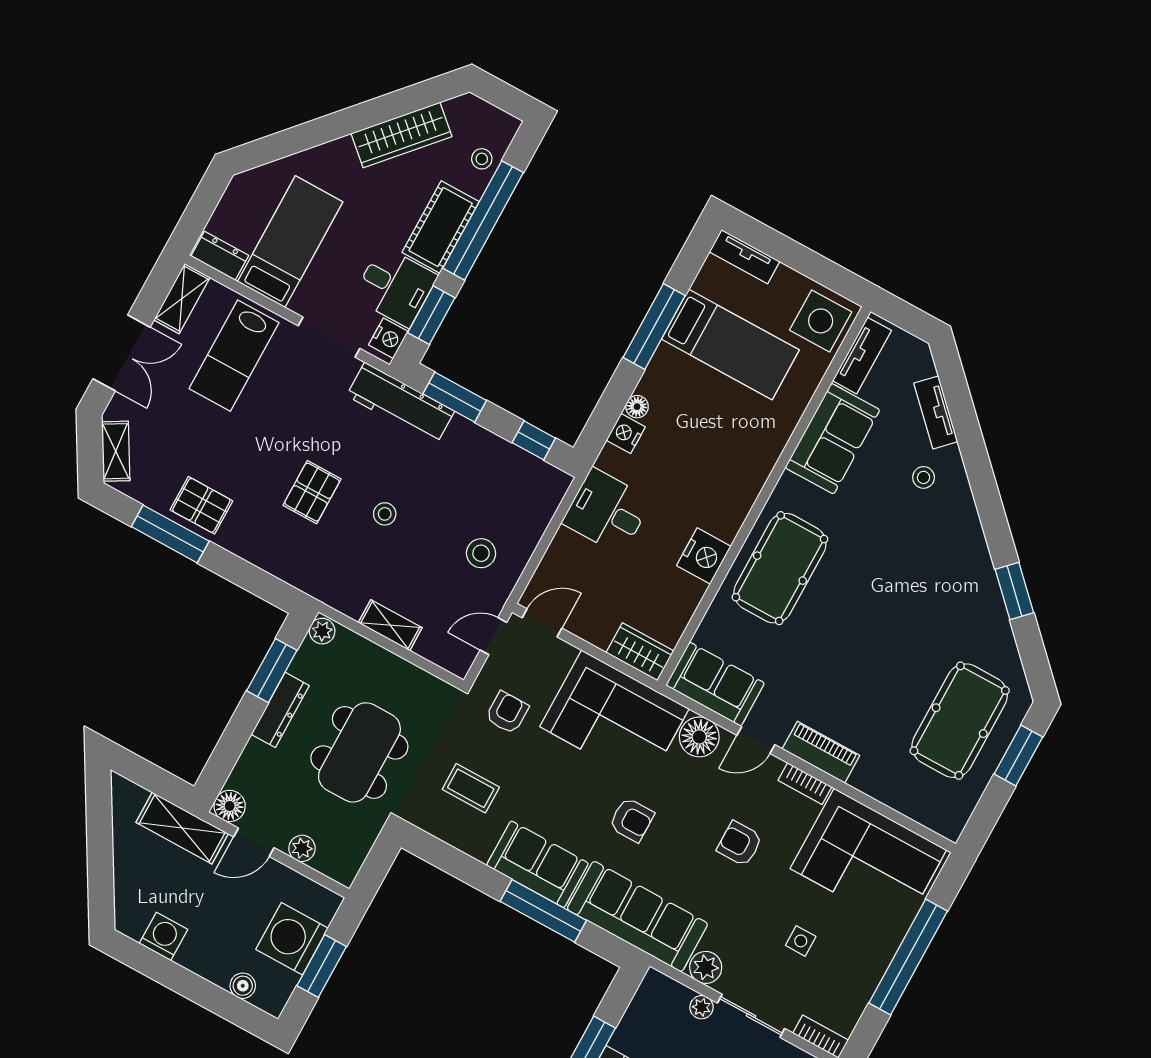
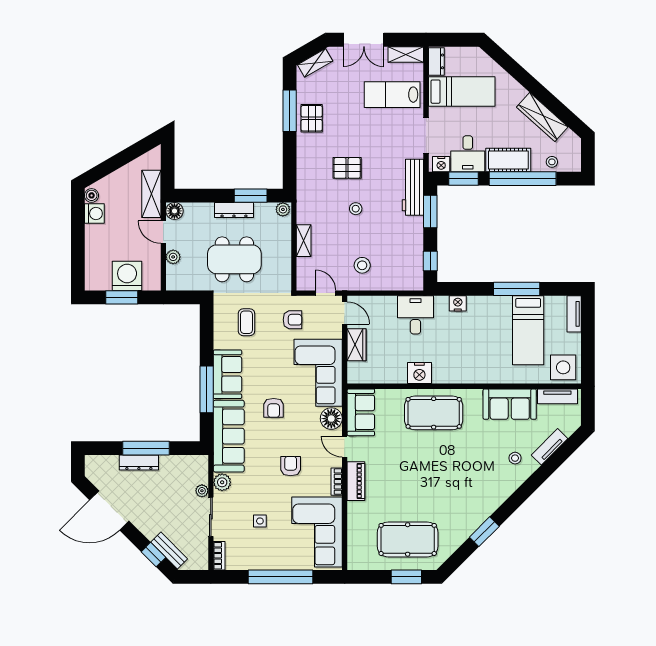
floor lamp: (637, 407) -> (474, 302), removed
wardrobe: (640, 652) -> (357, 345), moved
boiler: (243, 986) -> (92, 195), moved

